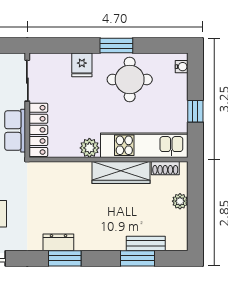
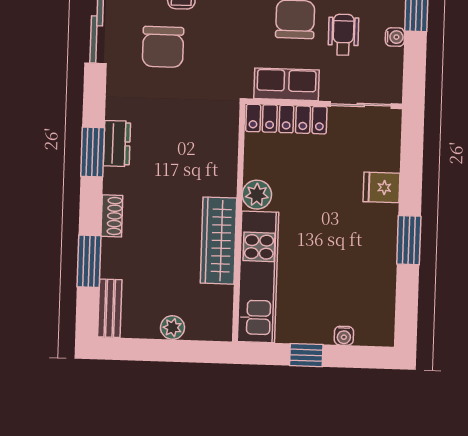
water cooler: (182, 67) -> (344, 336), moved
round table: (130, 79) -> (357, 258), removed
shoe rack: (165, 168) -> (112, 216), moved, turned 180
bench: (146, 244) -> (110, 308), moved

